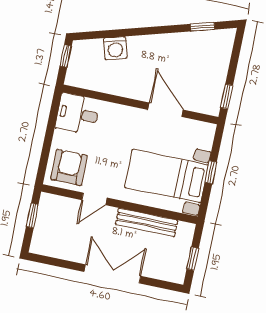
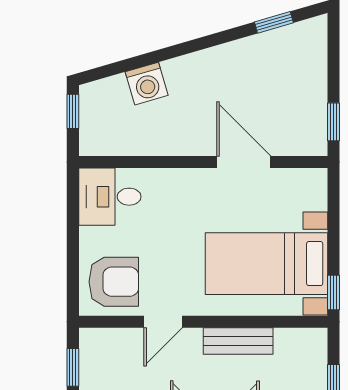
armchair: (69, 167) -> (114, 282), turned 90
window: (211, 172) -> (333, 293), moved
bench: (147, 222) -> (238, 341), width x0.73

